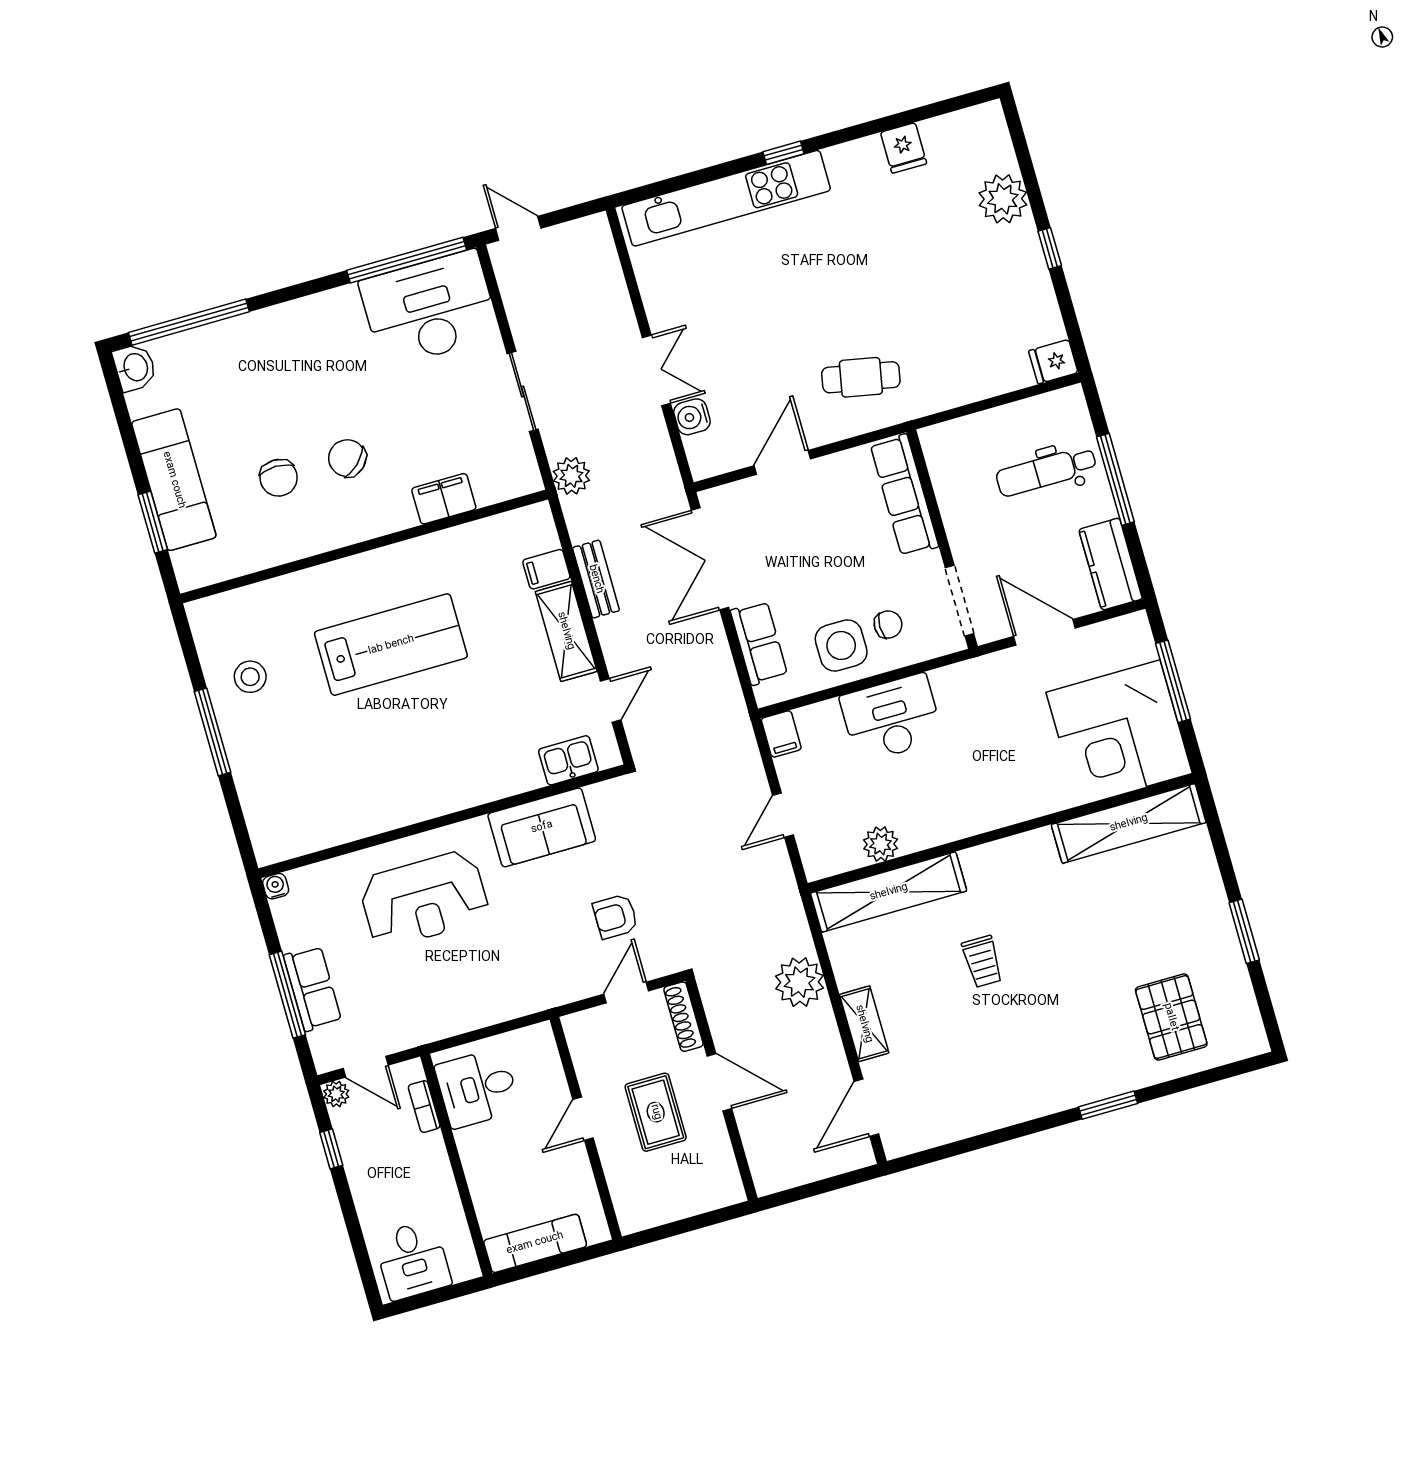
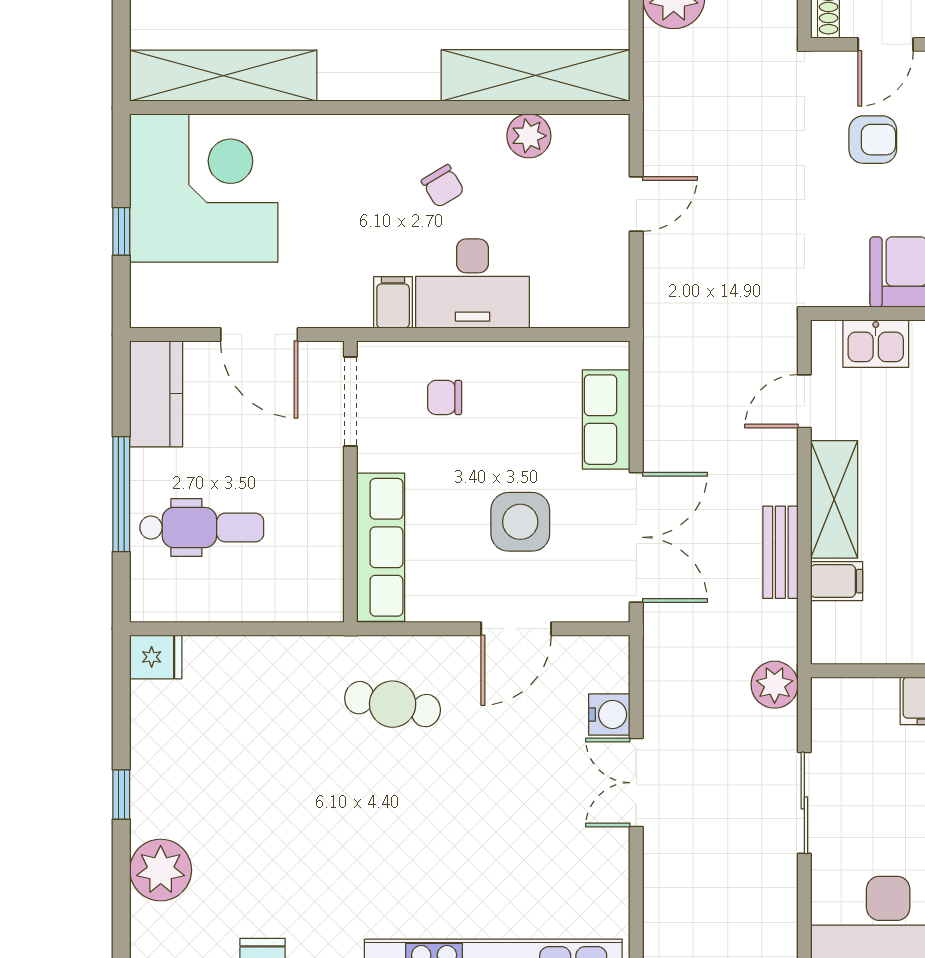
side table: (841, 645) -> (520, 522), moved
window: (1173, 681) -> (121, 231), width x0.46
filing cabinet: (781, 734) -> (393, 302), moved
chair: (936, 787) -> (443, 186), added

